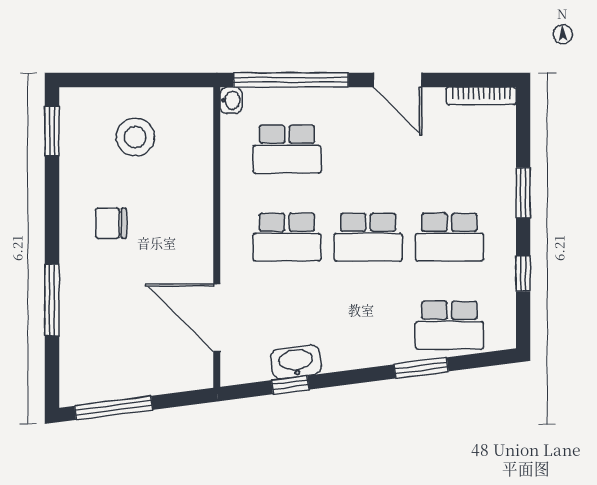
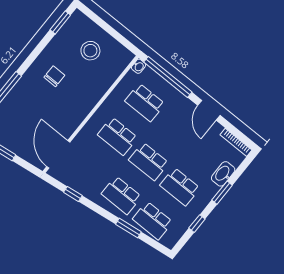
chair: (111, 223) -> (54, 76), turned 90
door: (217, 318) -> (58, 154), moved
school desk: (368, 325) -> (121, 195), added
washbasin: (296, 362) -> (223, 174), moved, turned -83

